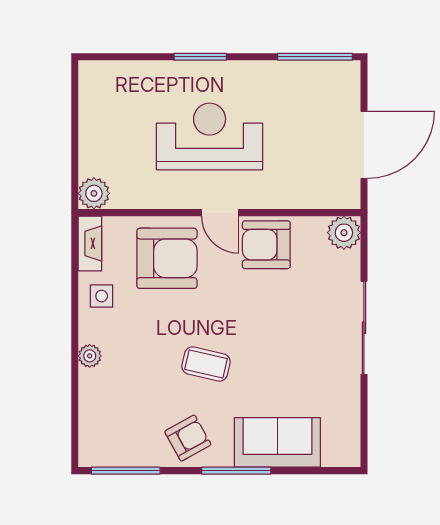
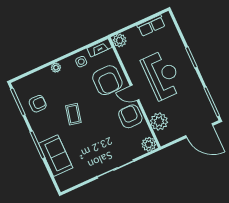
row of seats: (93, 111) -> (151, 26), added
door: (364, 145) -> (199, 131), moved
plant: (305, 188) -> (159, 122), added
door: (220, 213) -> (135, 93), hinge flipped
armchair: (188, 438) -> (38, 104), moved, turned -61

